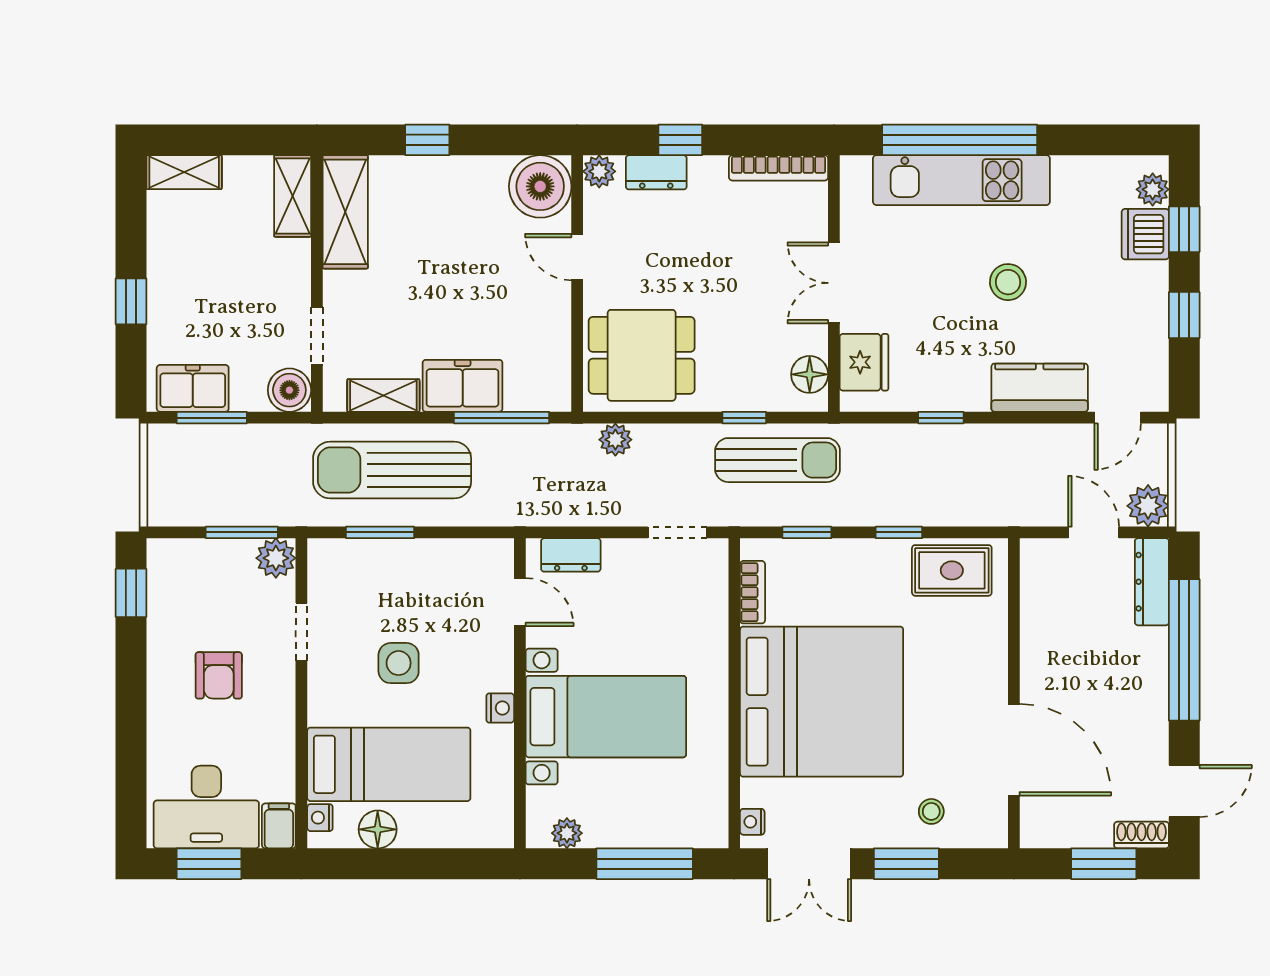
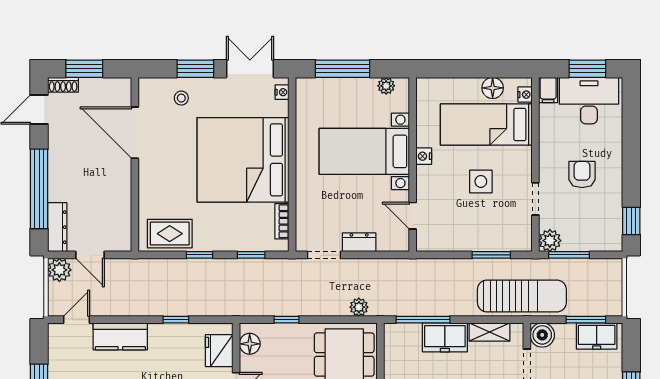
sun lounger: (778, 460) -> (268, 296), removed
sun lounger: (392, 470) -> (522, 296), moved
dresser: (571, 555) -> (359, 242), moved

